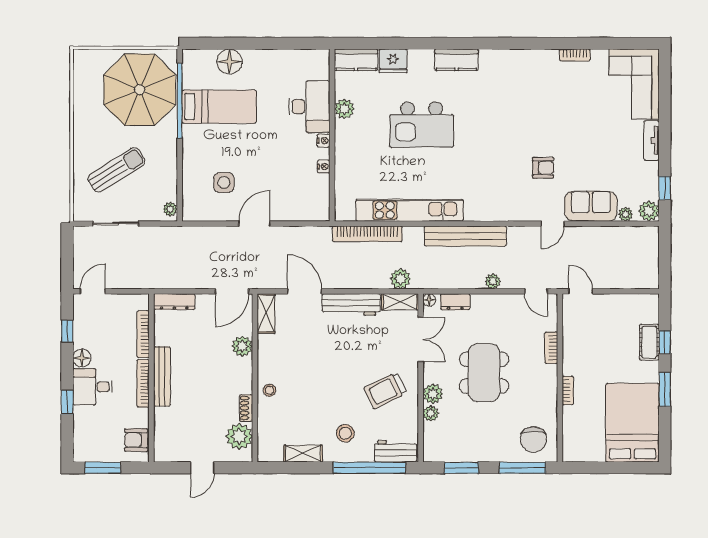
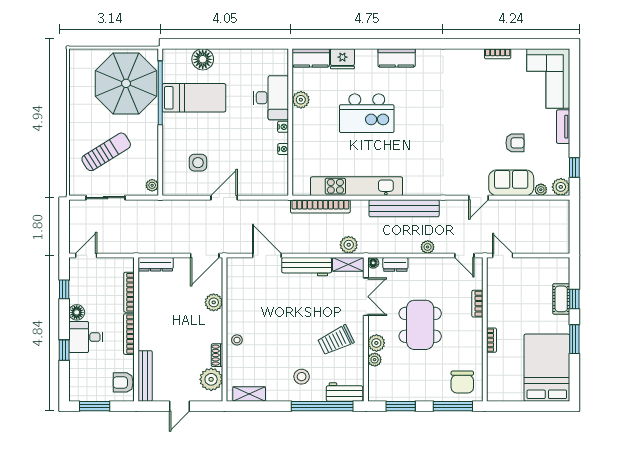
armchair: (543, 168) -> (515, 143), moved
shelving: (266, 313) -> (234, 274), removed
bench: (162, 376) -> (145, 376), moved
shelving: (303, 454) -> (249, 394), moved

